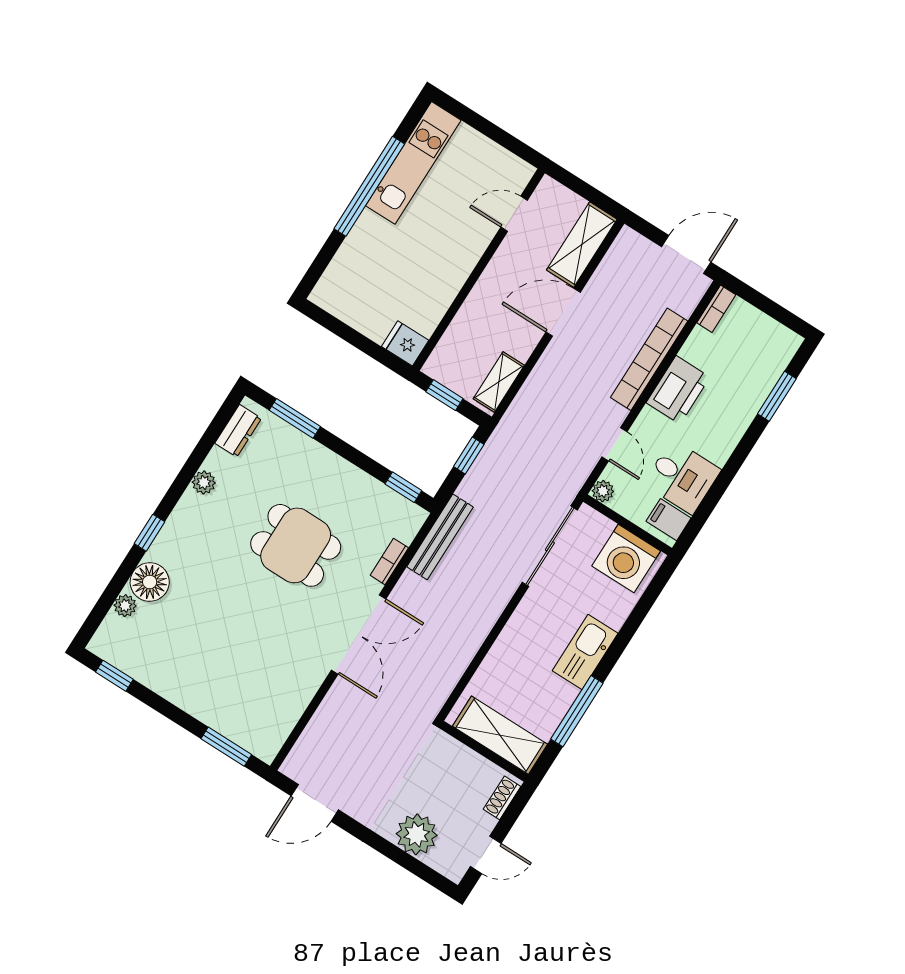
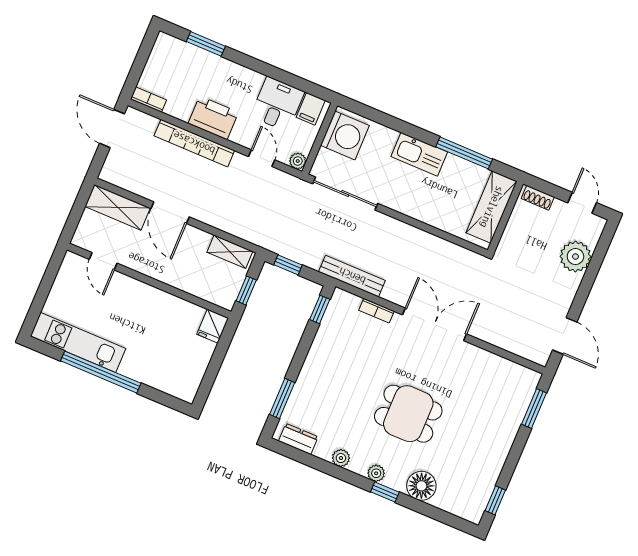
door: (615, 444) -> (262, 158), hinge flipped
dining table: (296, 545) -> (408, 414), moved, turned 90
plant: (125, 606) -> (376, 473), moved

